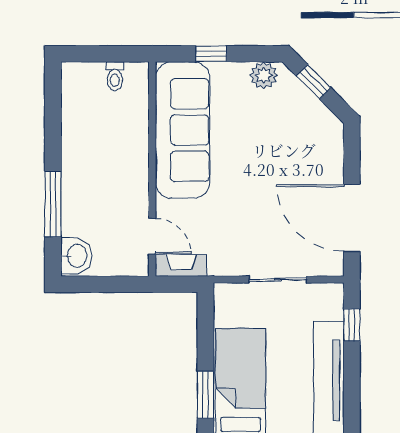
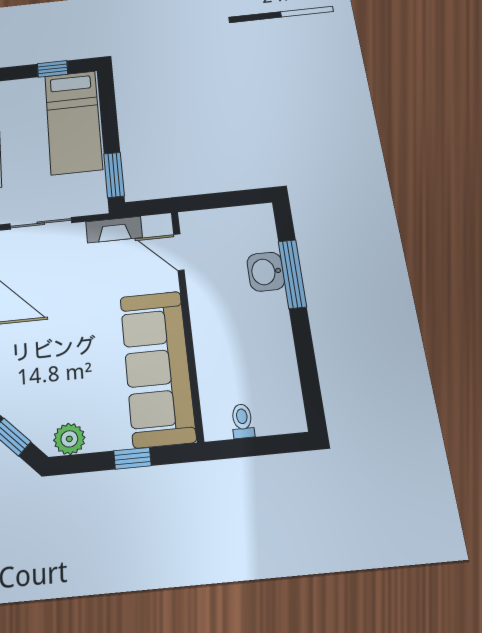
washbasin: (76, 256) -> (266, 272), moved
fireplace: (181, 265) -> (114, 230), moved
window: (205, 395) -> (114, 175), moved

